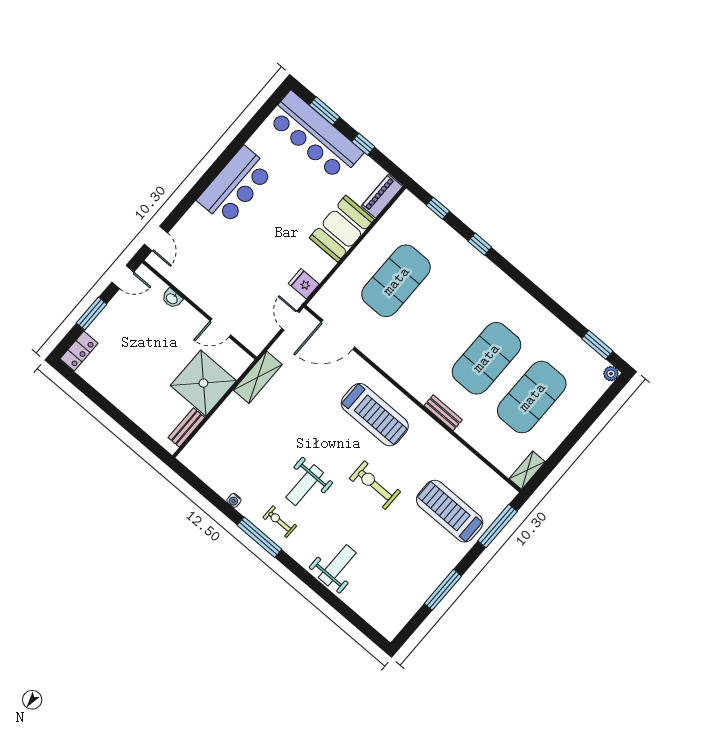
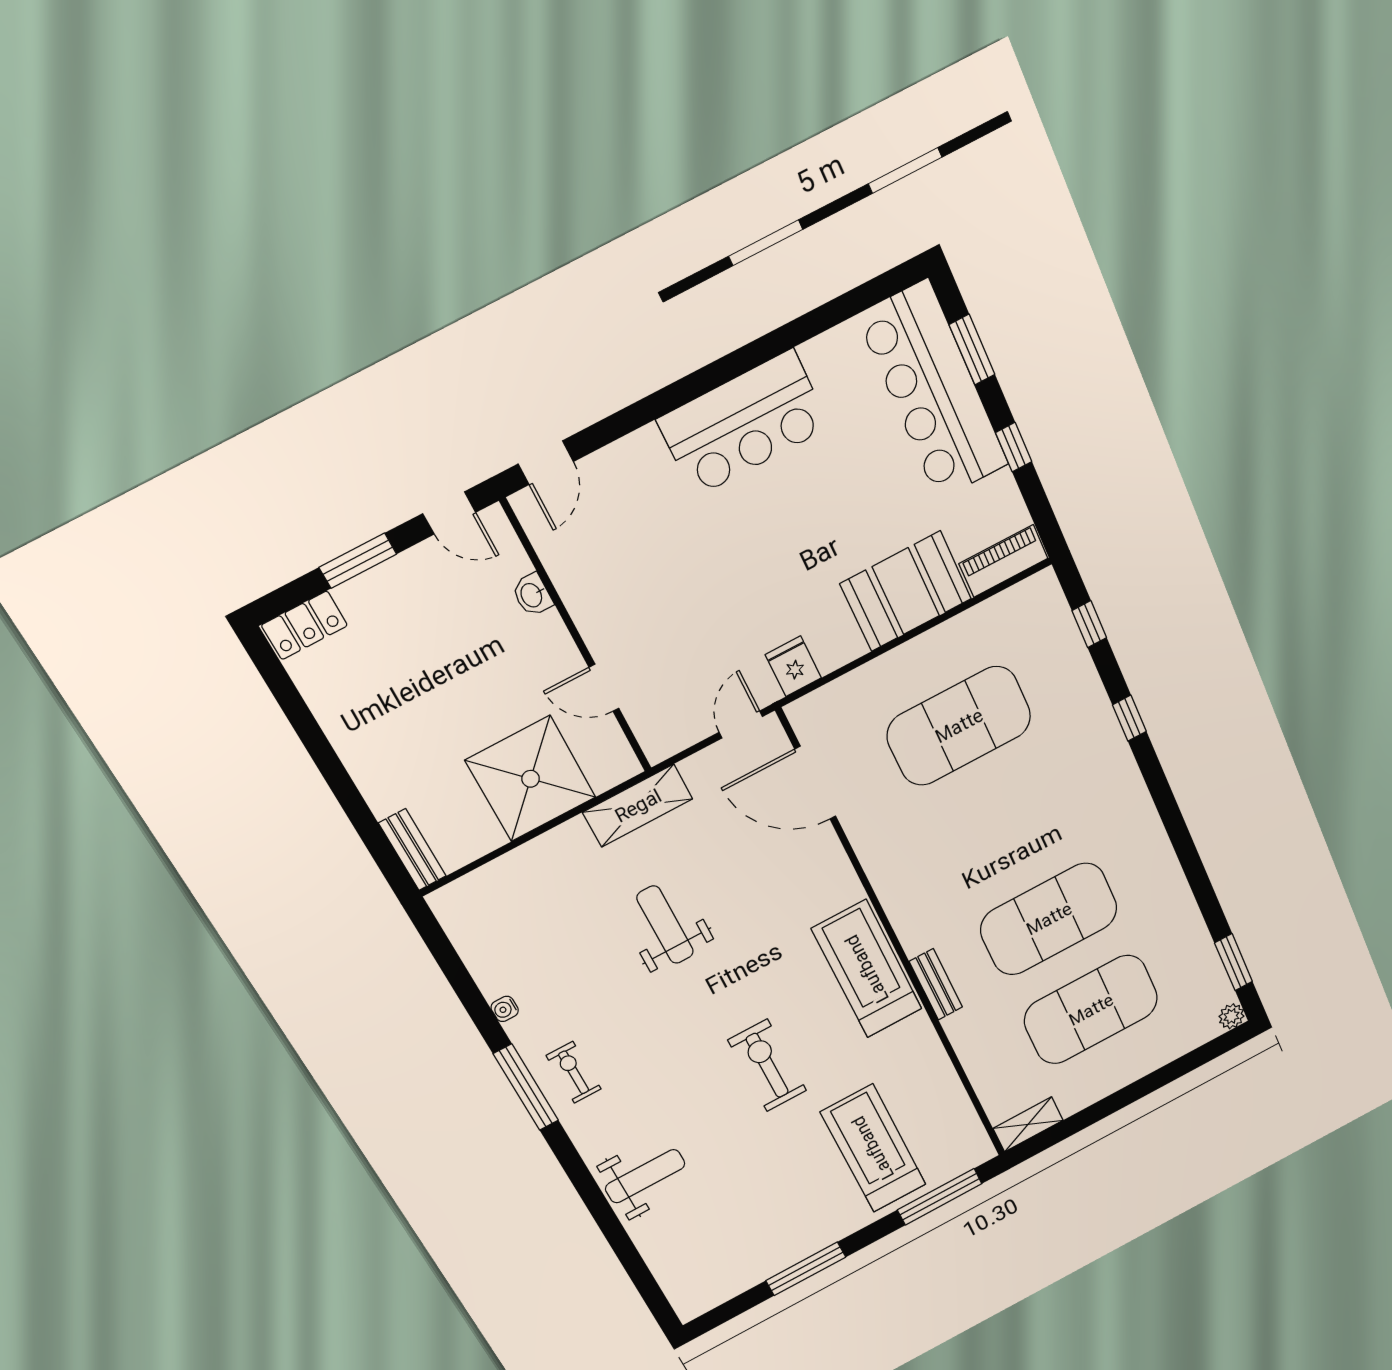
treadmill: (375, 415) -> (867, 969), moved, turned 180
bench: (186, 427) -> (412, 850), moved, turned 90
weight bench: (305, 485) -> (665, 925), moved, turned 90

